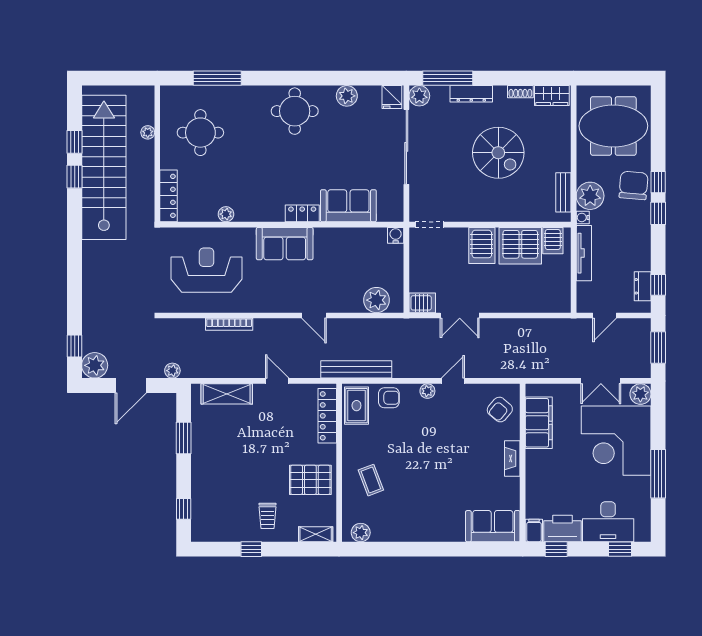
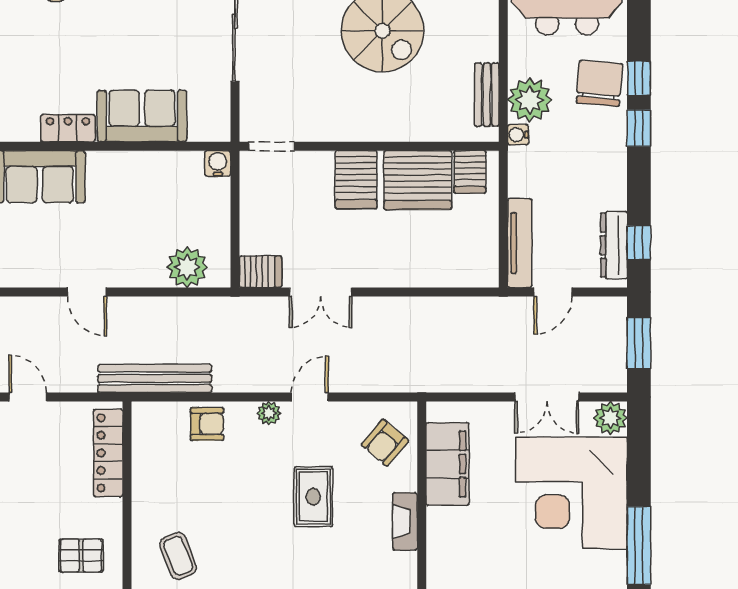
tv unit: (584, 253) -> (520, 243), moved
dresser: (643, 286) -> (614, 245), width x1.44
rug: (356, 406) -> (313, 497), moved
pallet: (310, 480) -> (81, 556), width x0.67, depth x0.71

